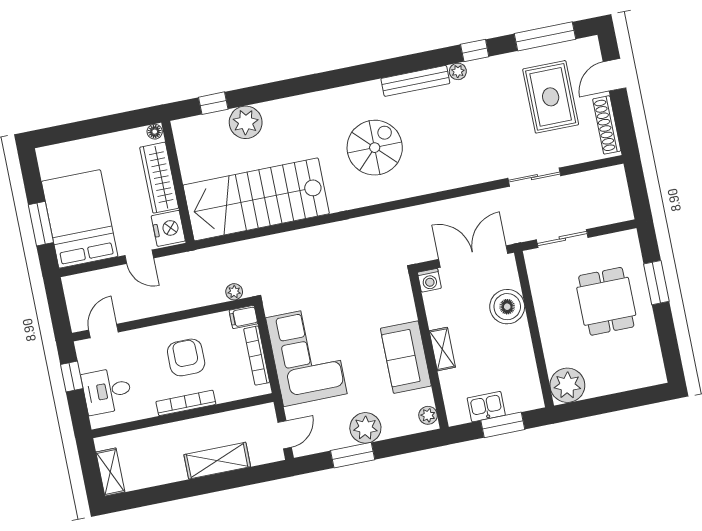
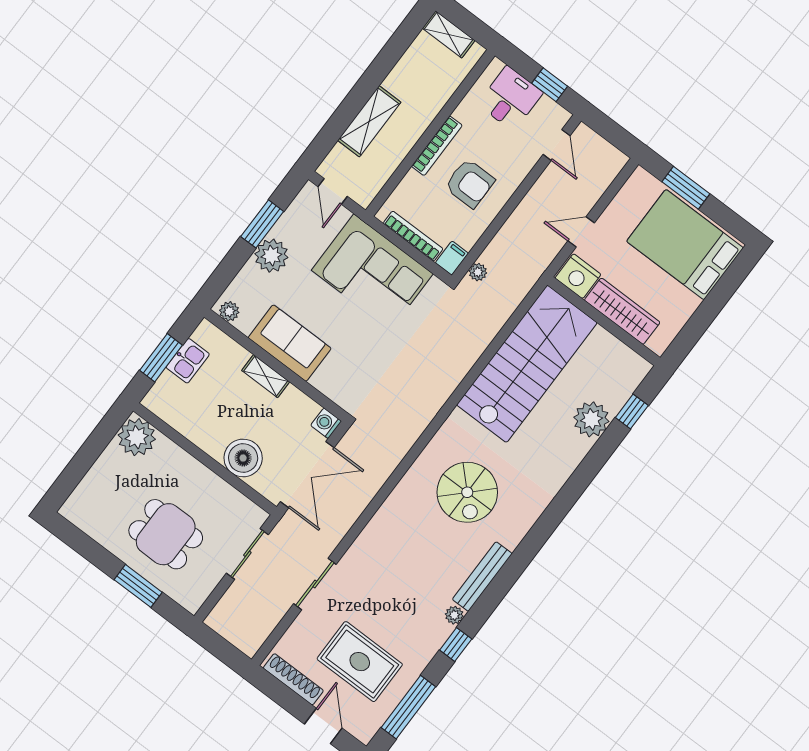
floor lamp: (155, 132) -> (659, 346), removed
bed: (80, 219) -> (685, 245), moved, turned 180

